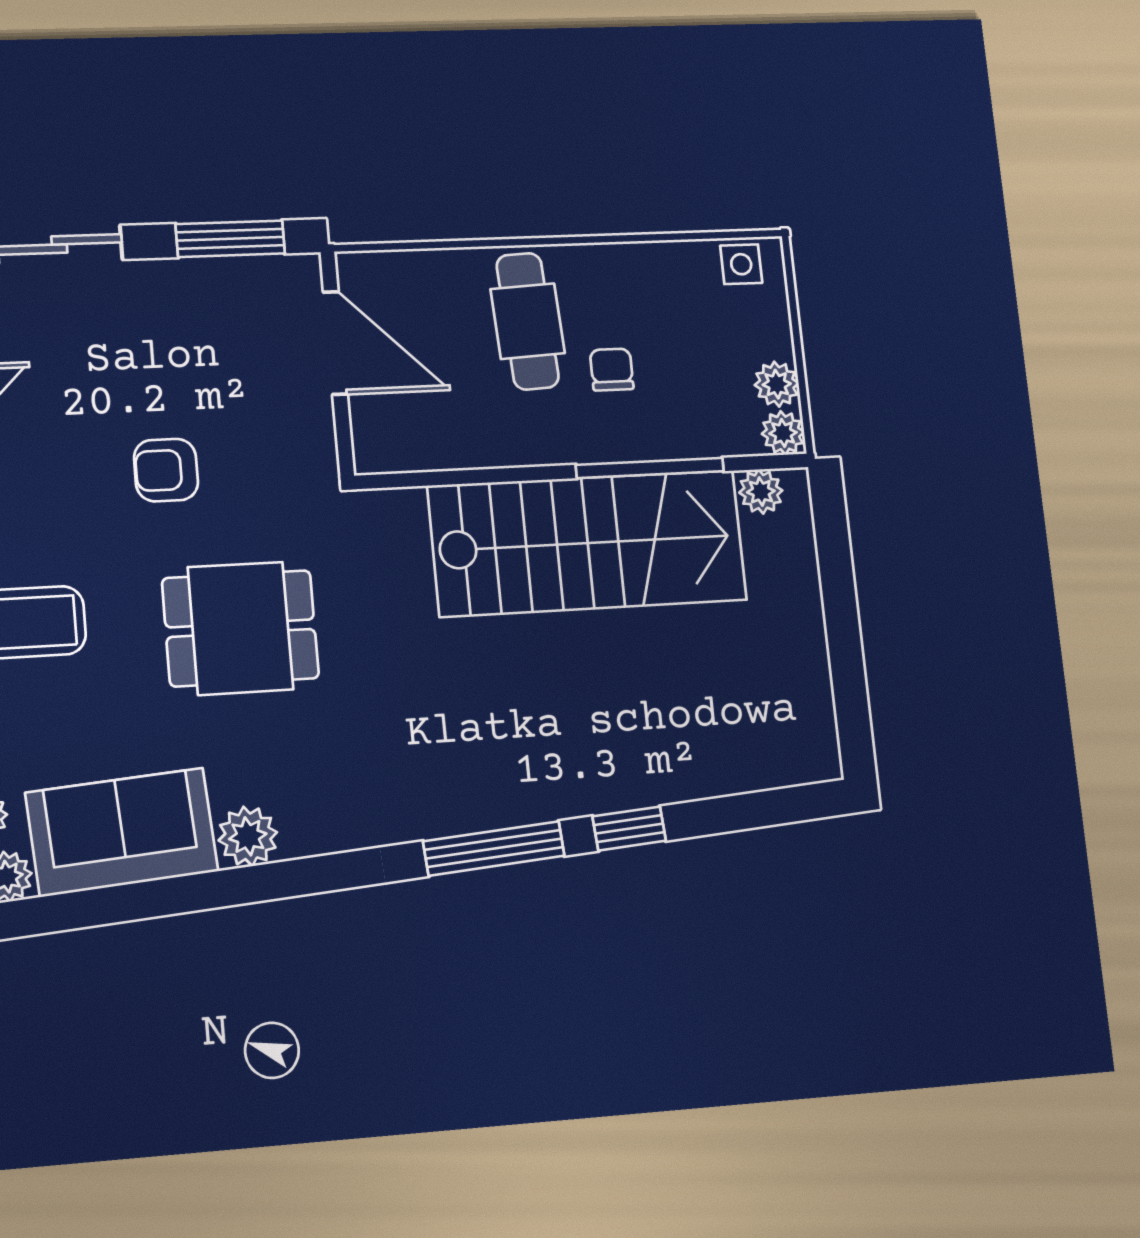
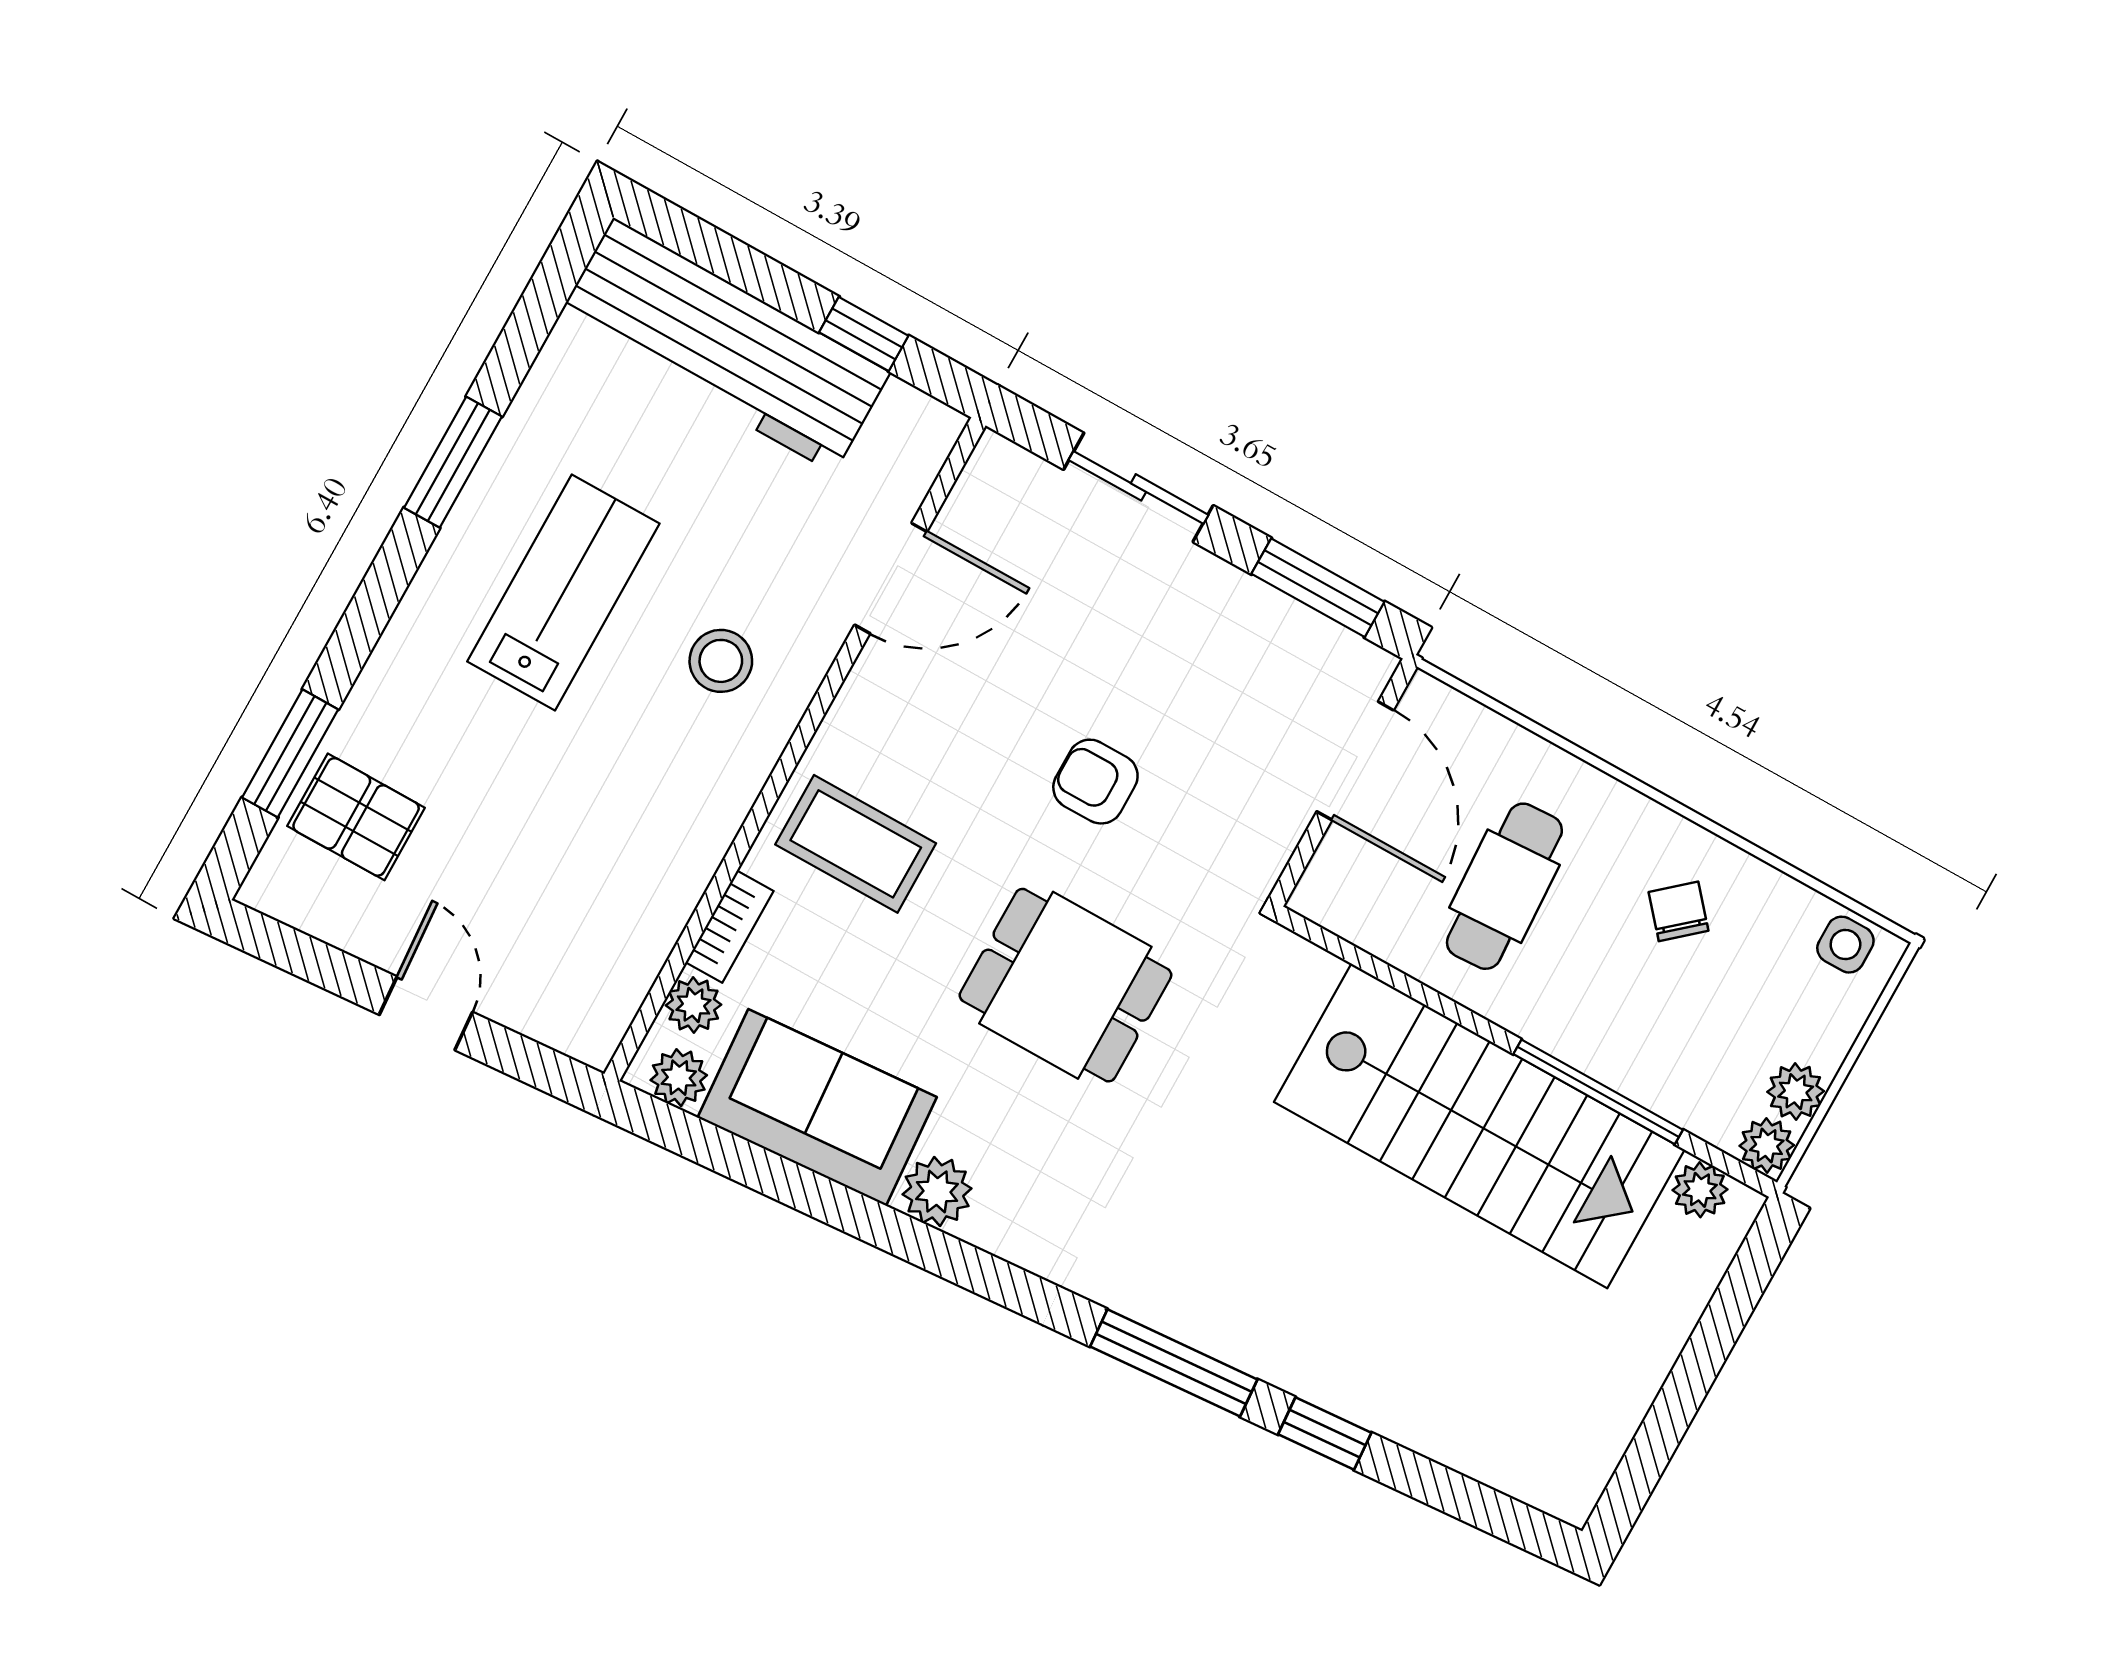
cafe table: (528, 321) -> (1504, 886), moved
chair: (612, 369) -> (1679, 911), moved, turned -41

